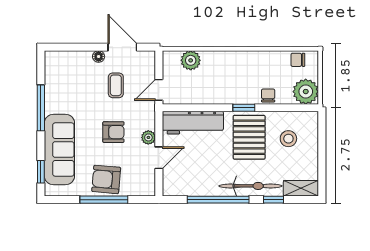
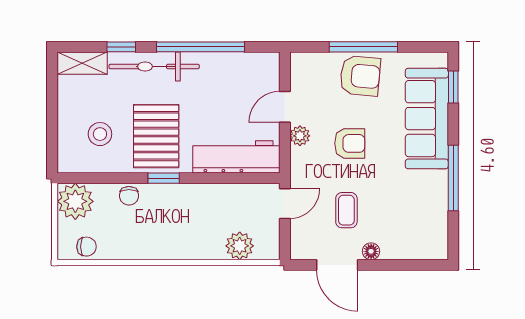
armchair: (113, 132) -> (350, 143), turned 180

